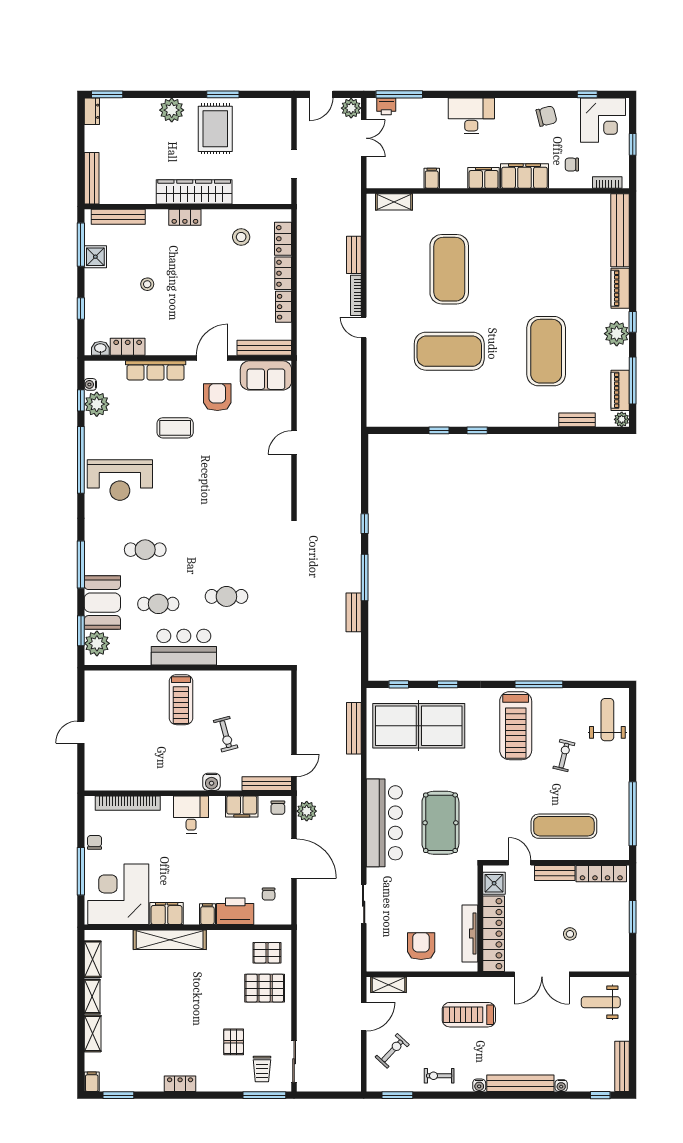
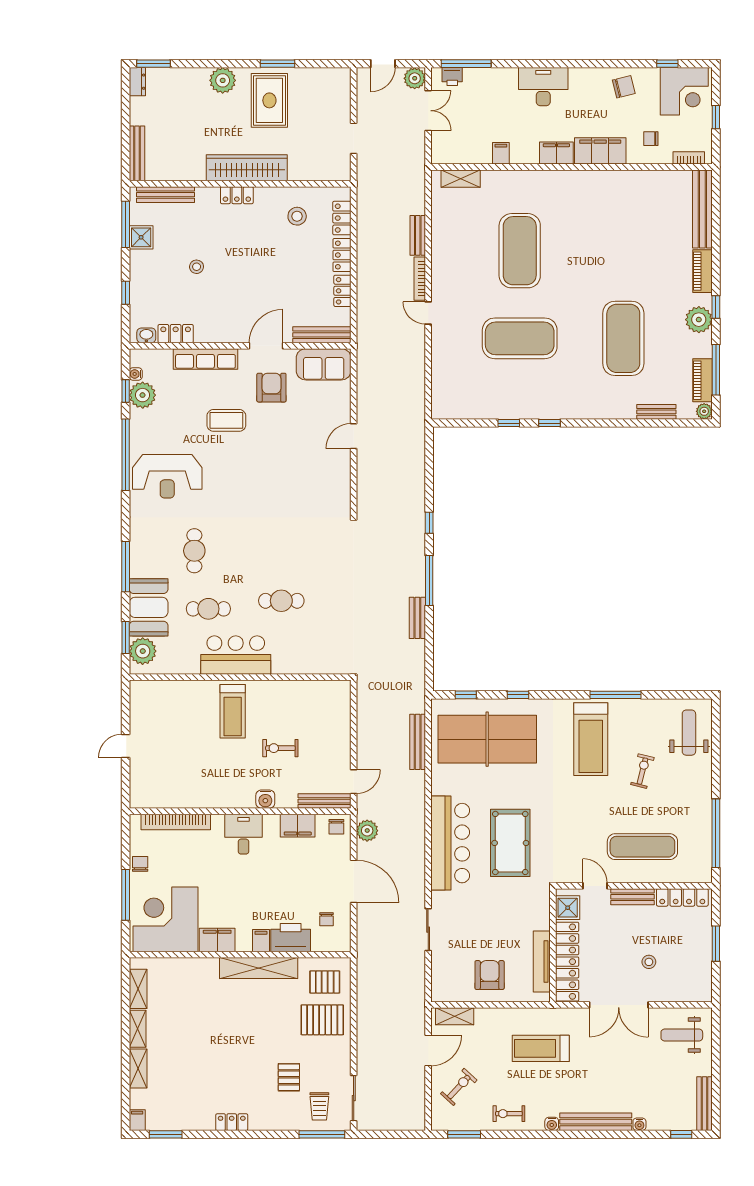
cafe table: (145, 550) -> (194, 551), turned 90
exercise bike: (226, 734) -> (280, 748), turned 105
shelving: (170, 940) -> (259, 968), moved

